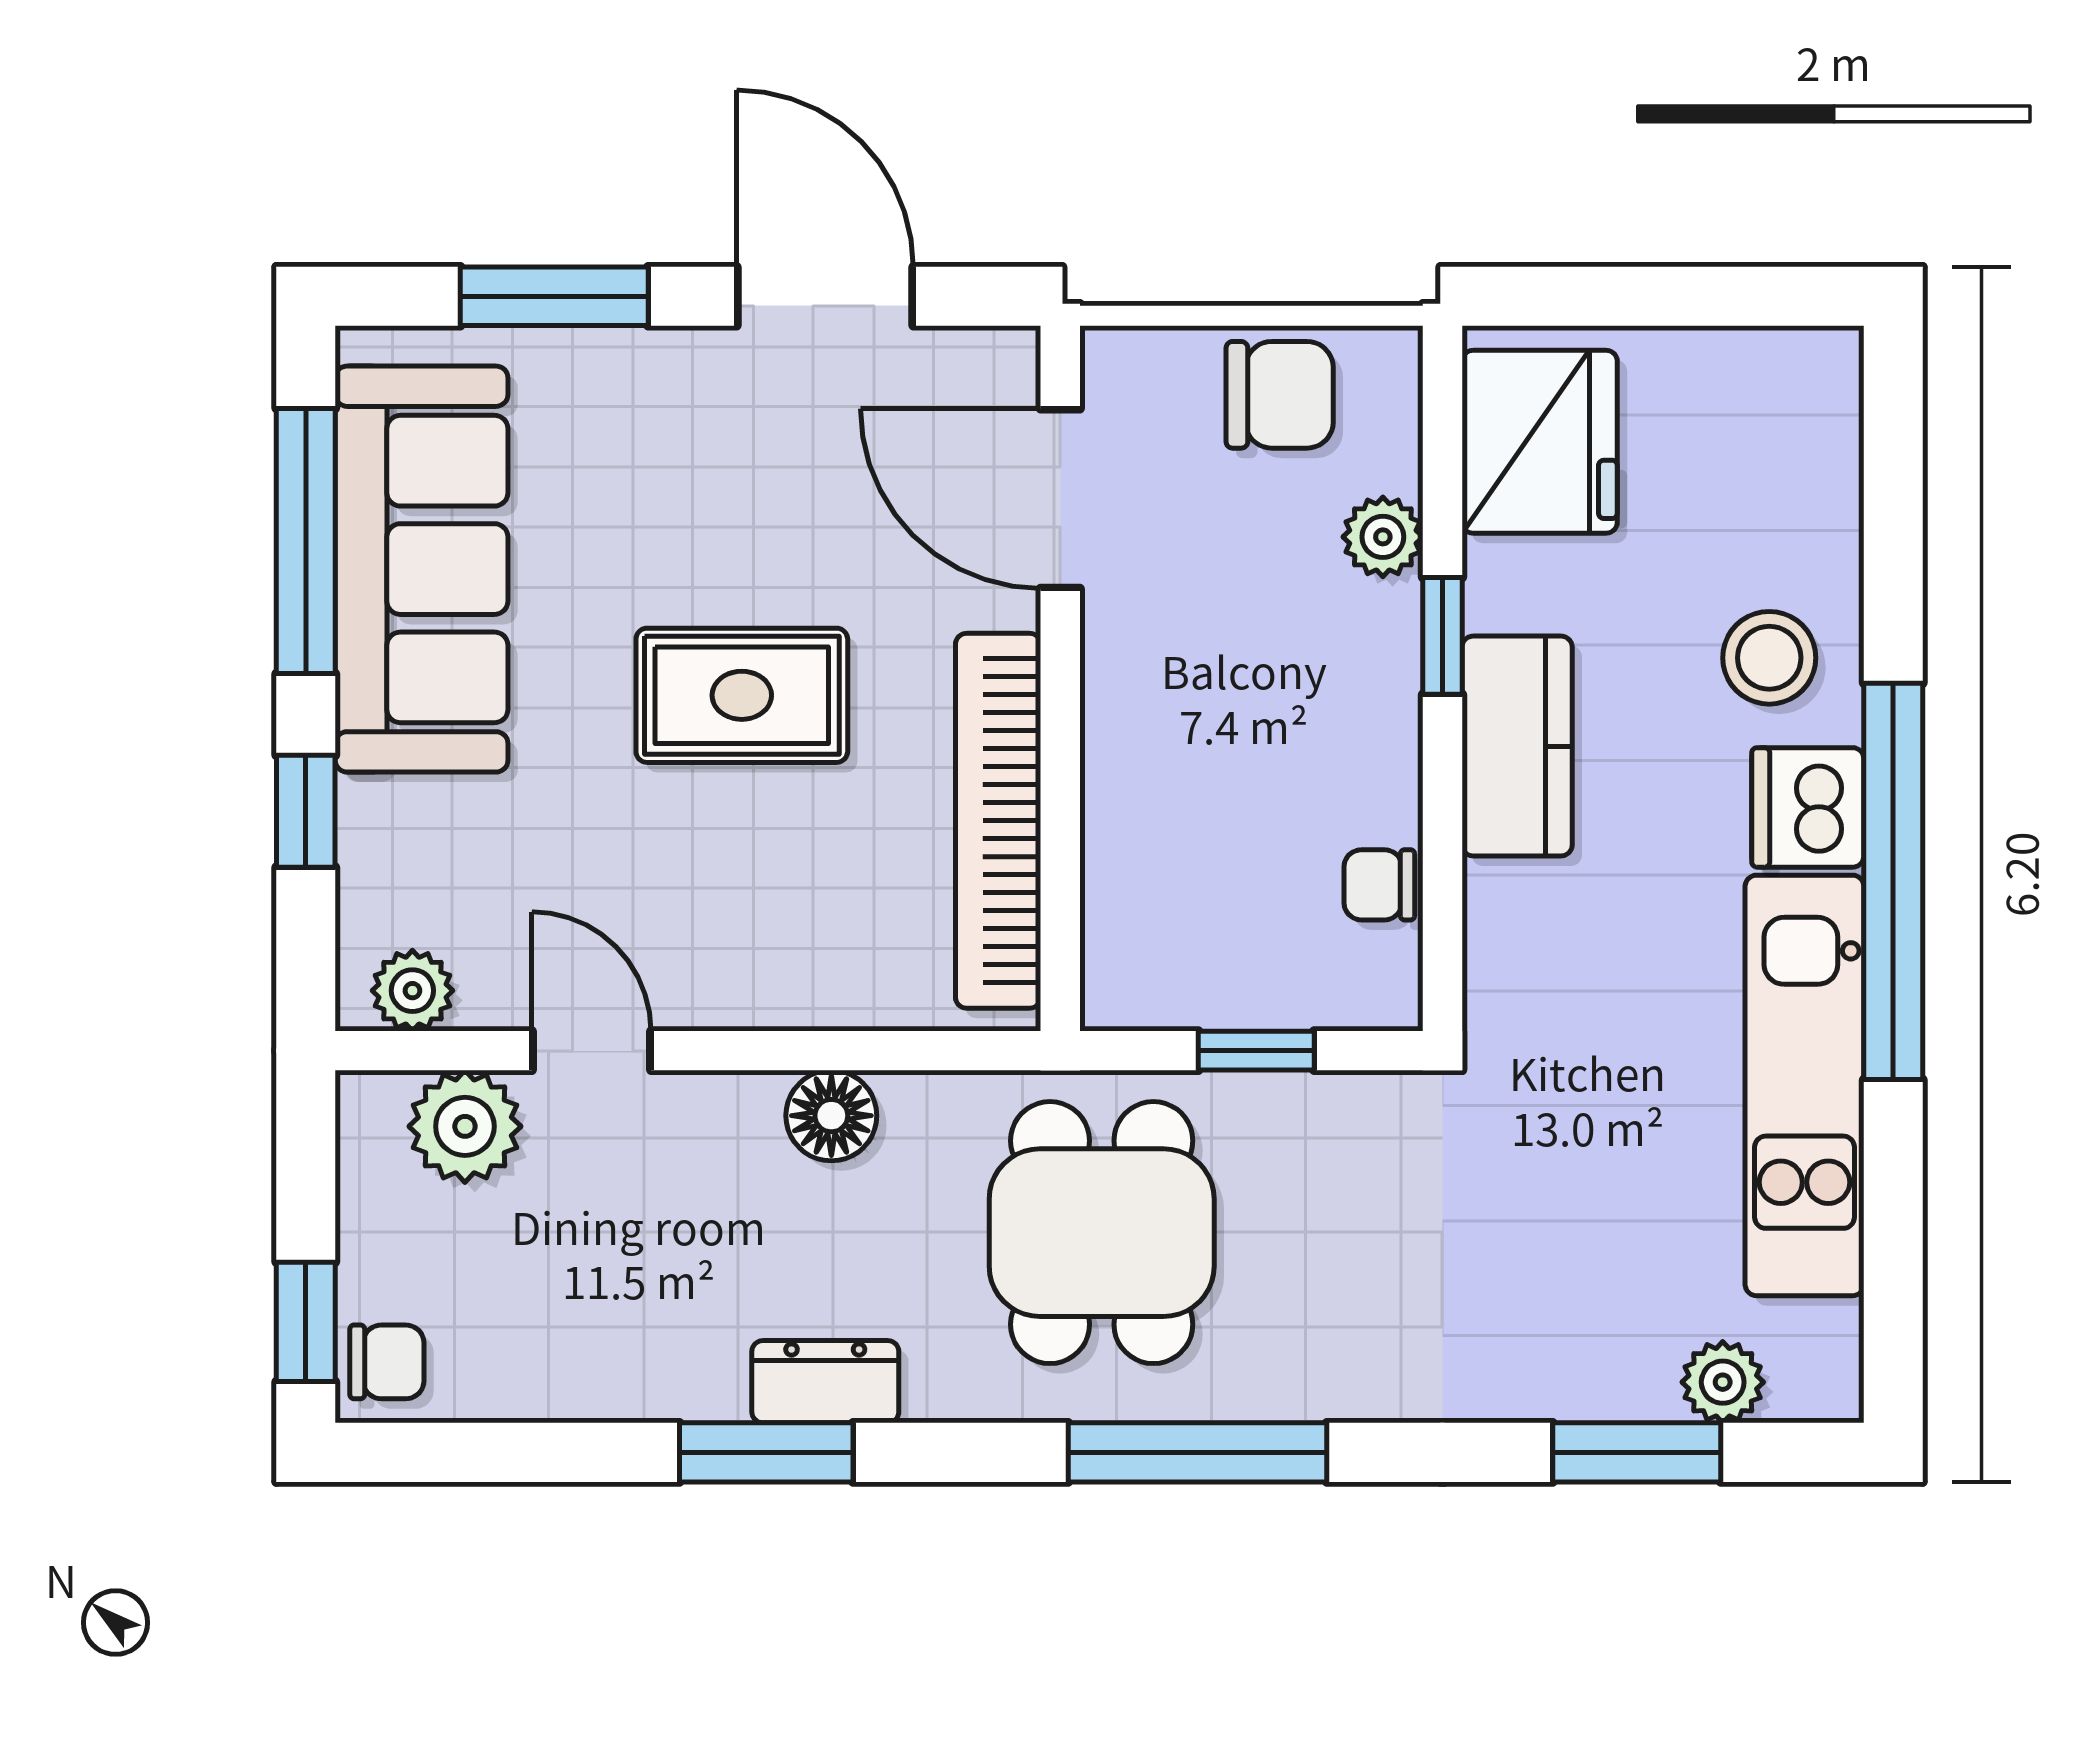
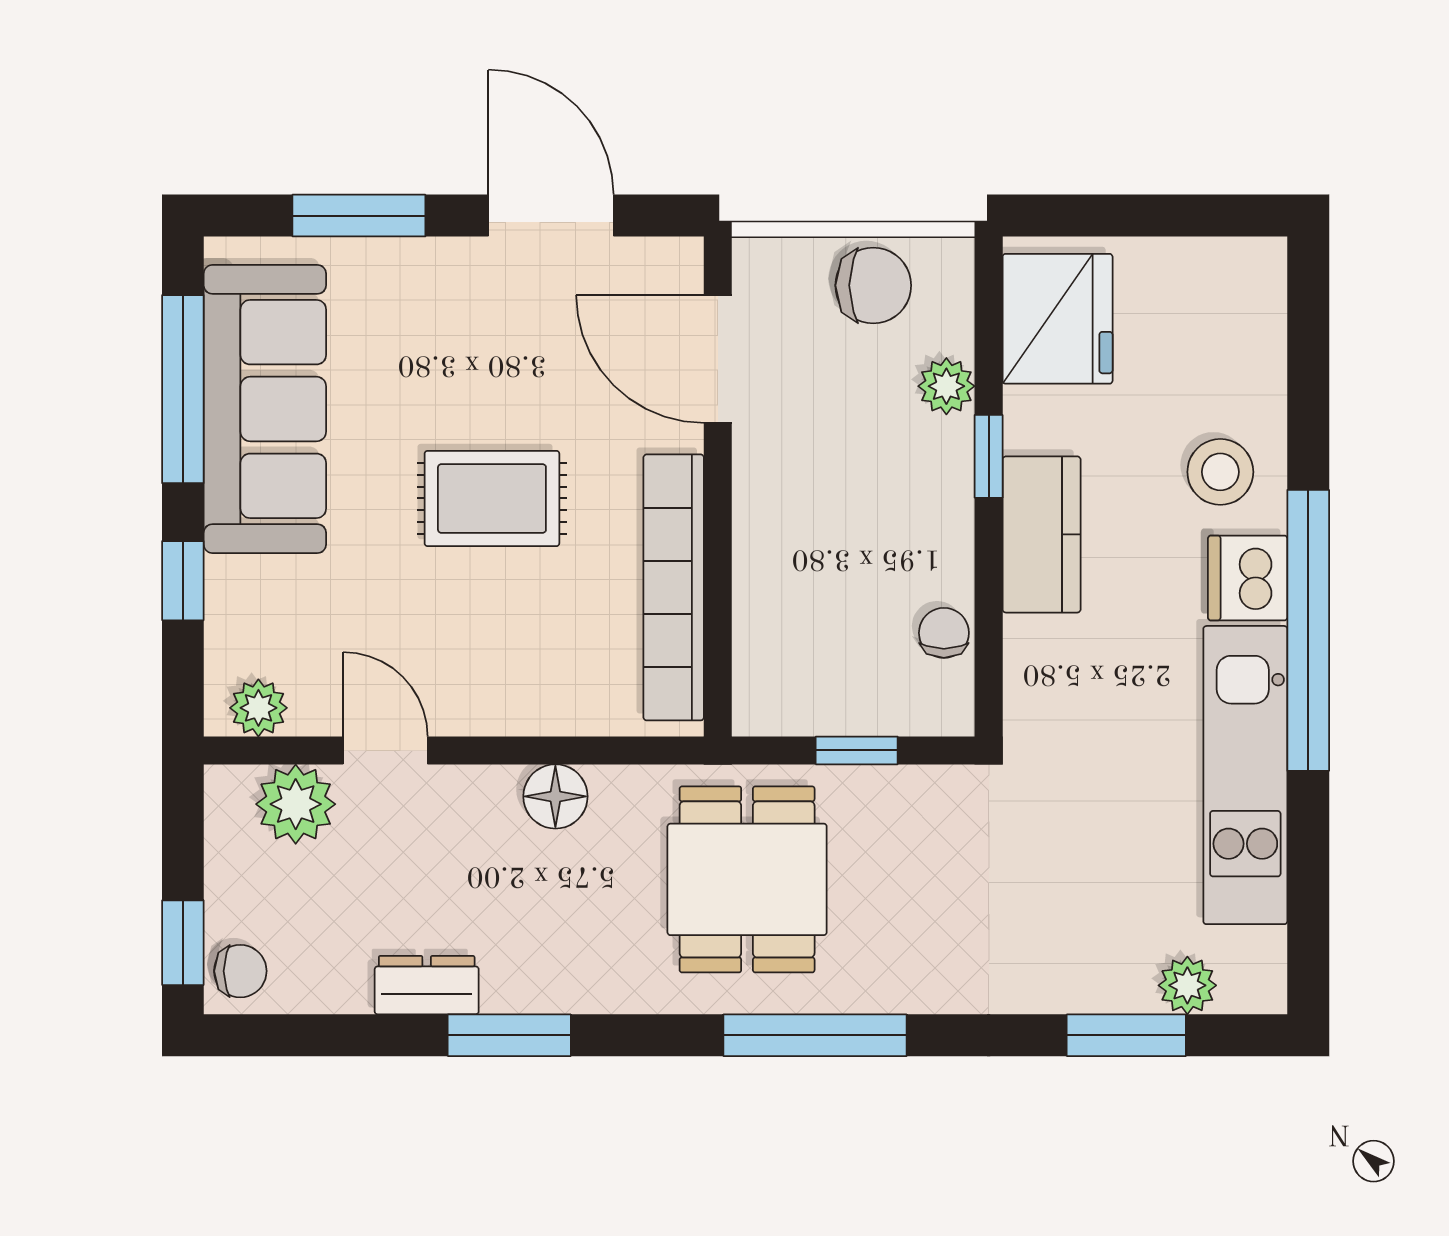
chair: (1379, 885) -> (944, 633), turned 90
dresser: (825, 1382) -> (427, 985), moved

